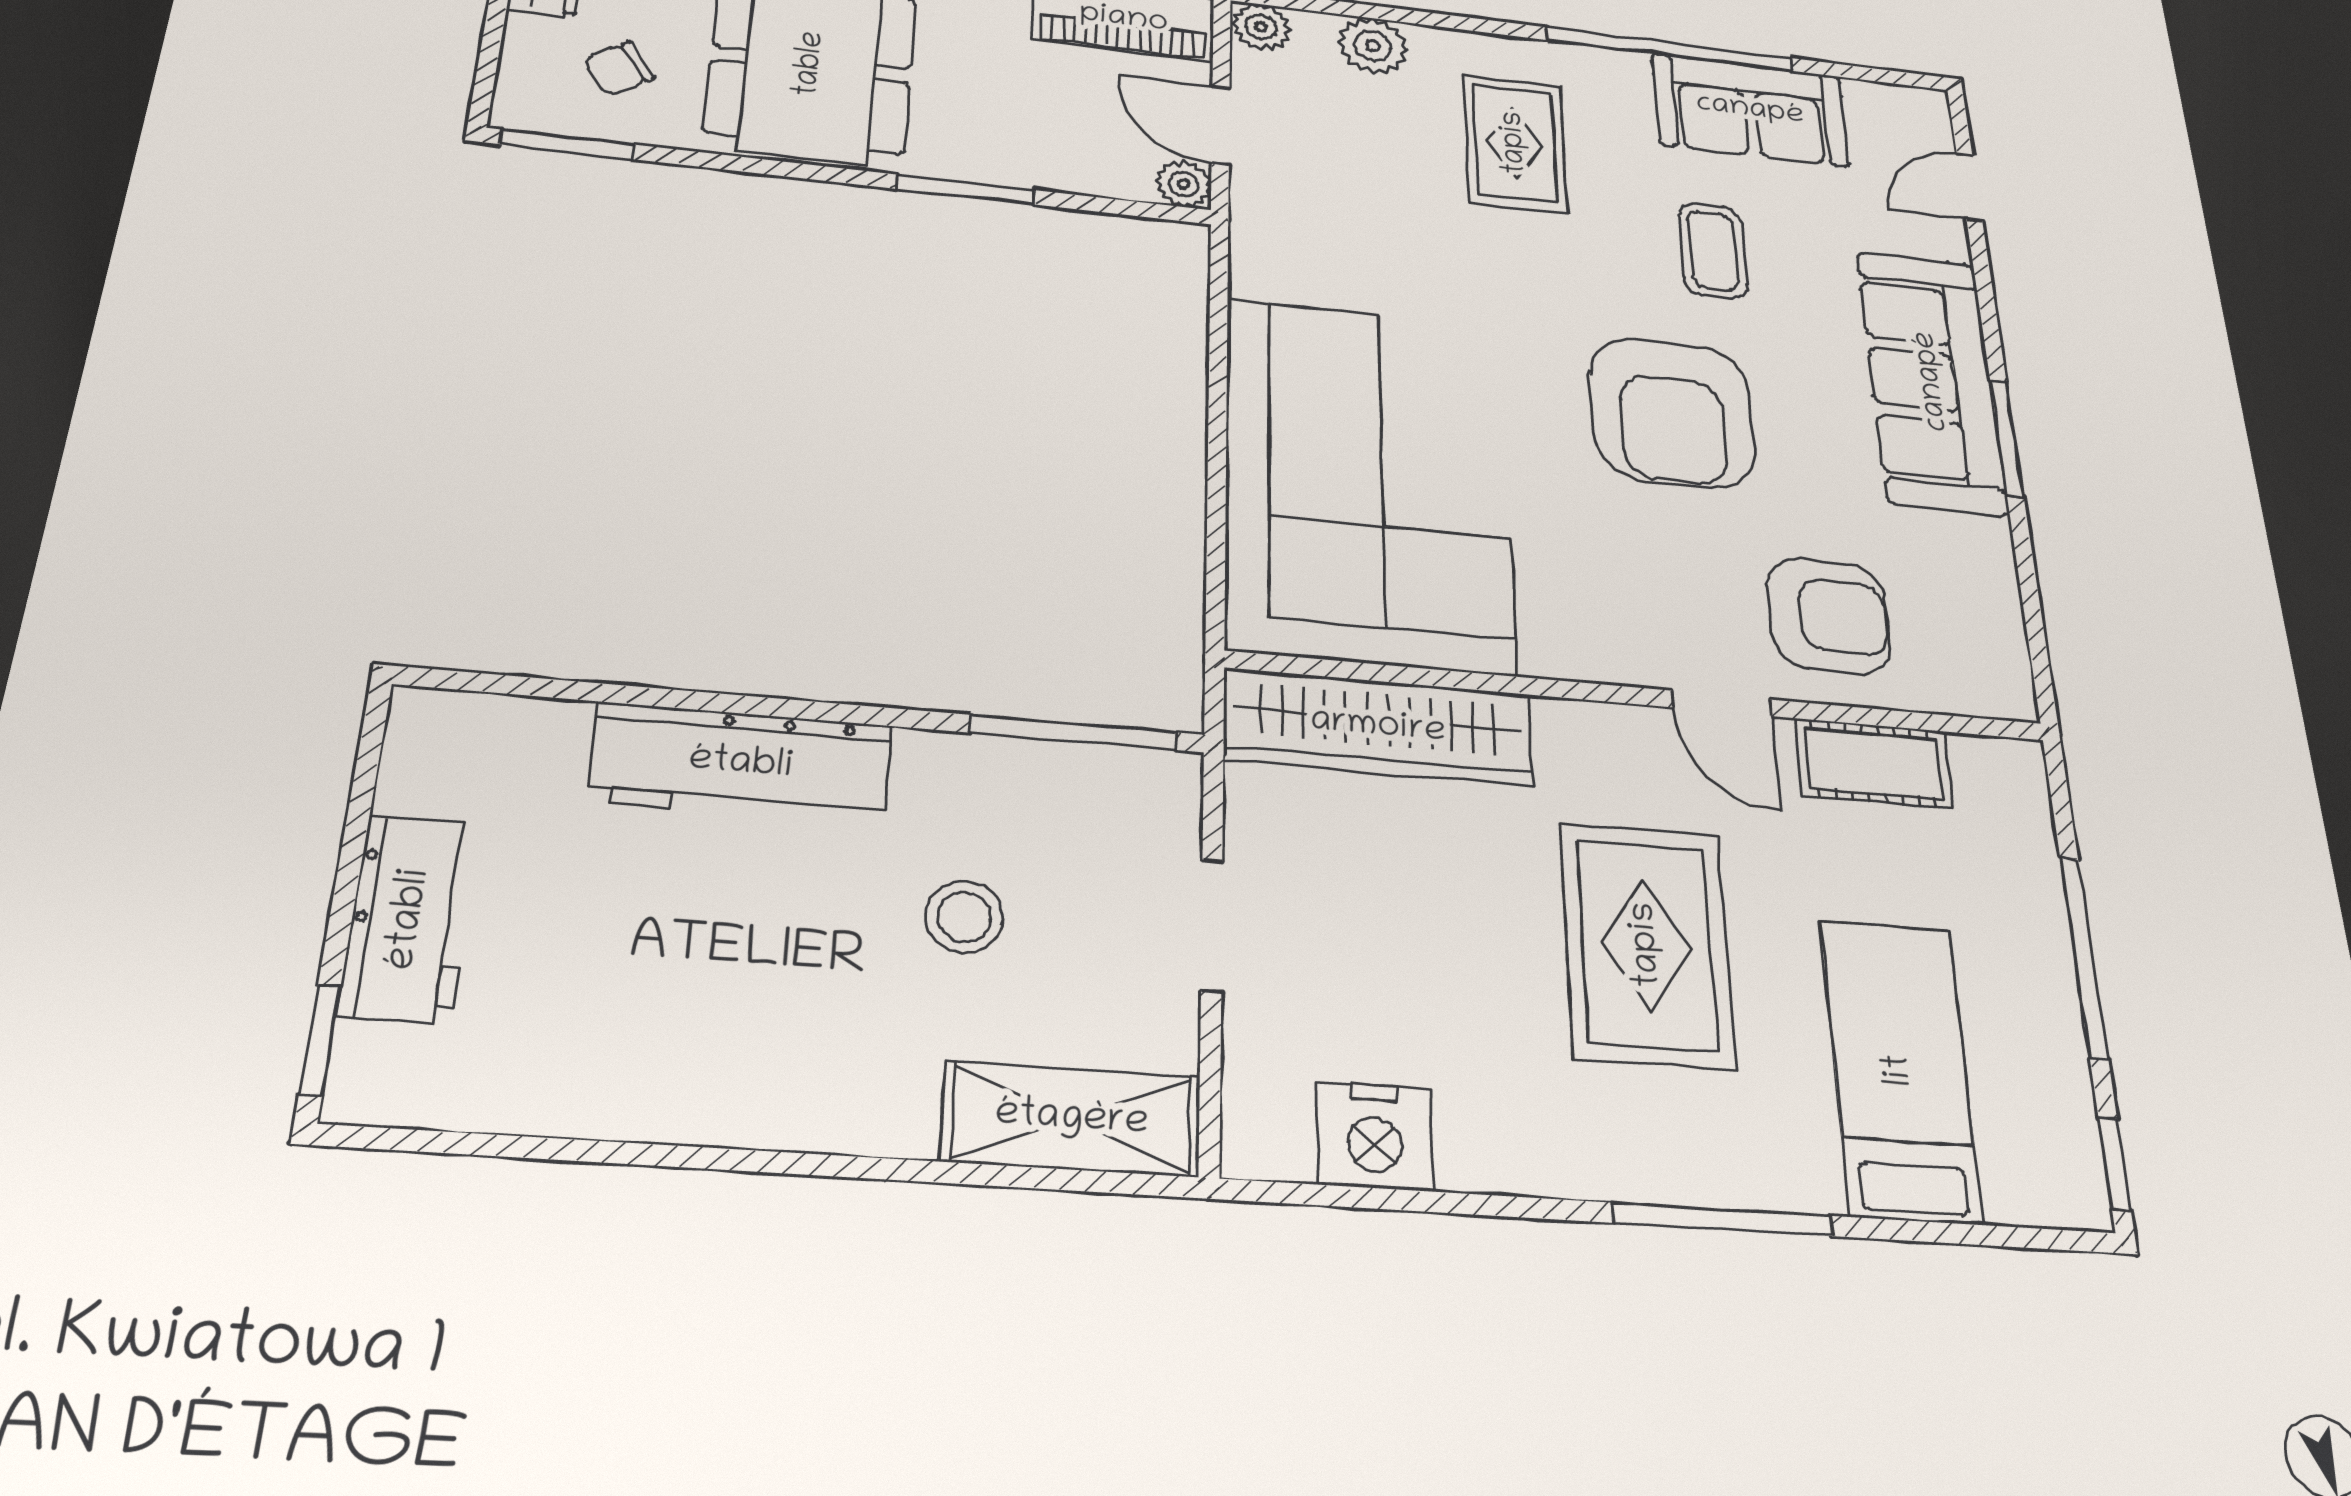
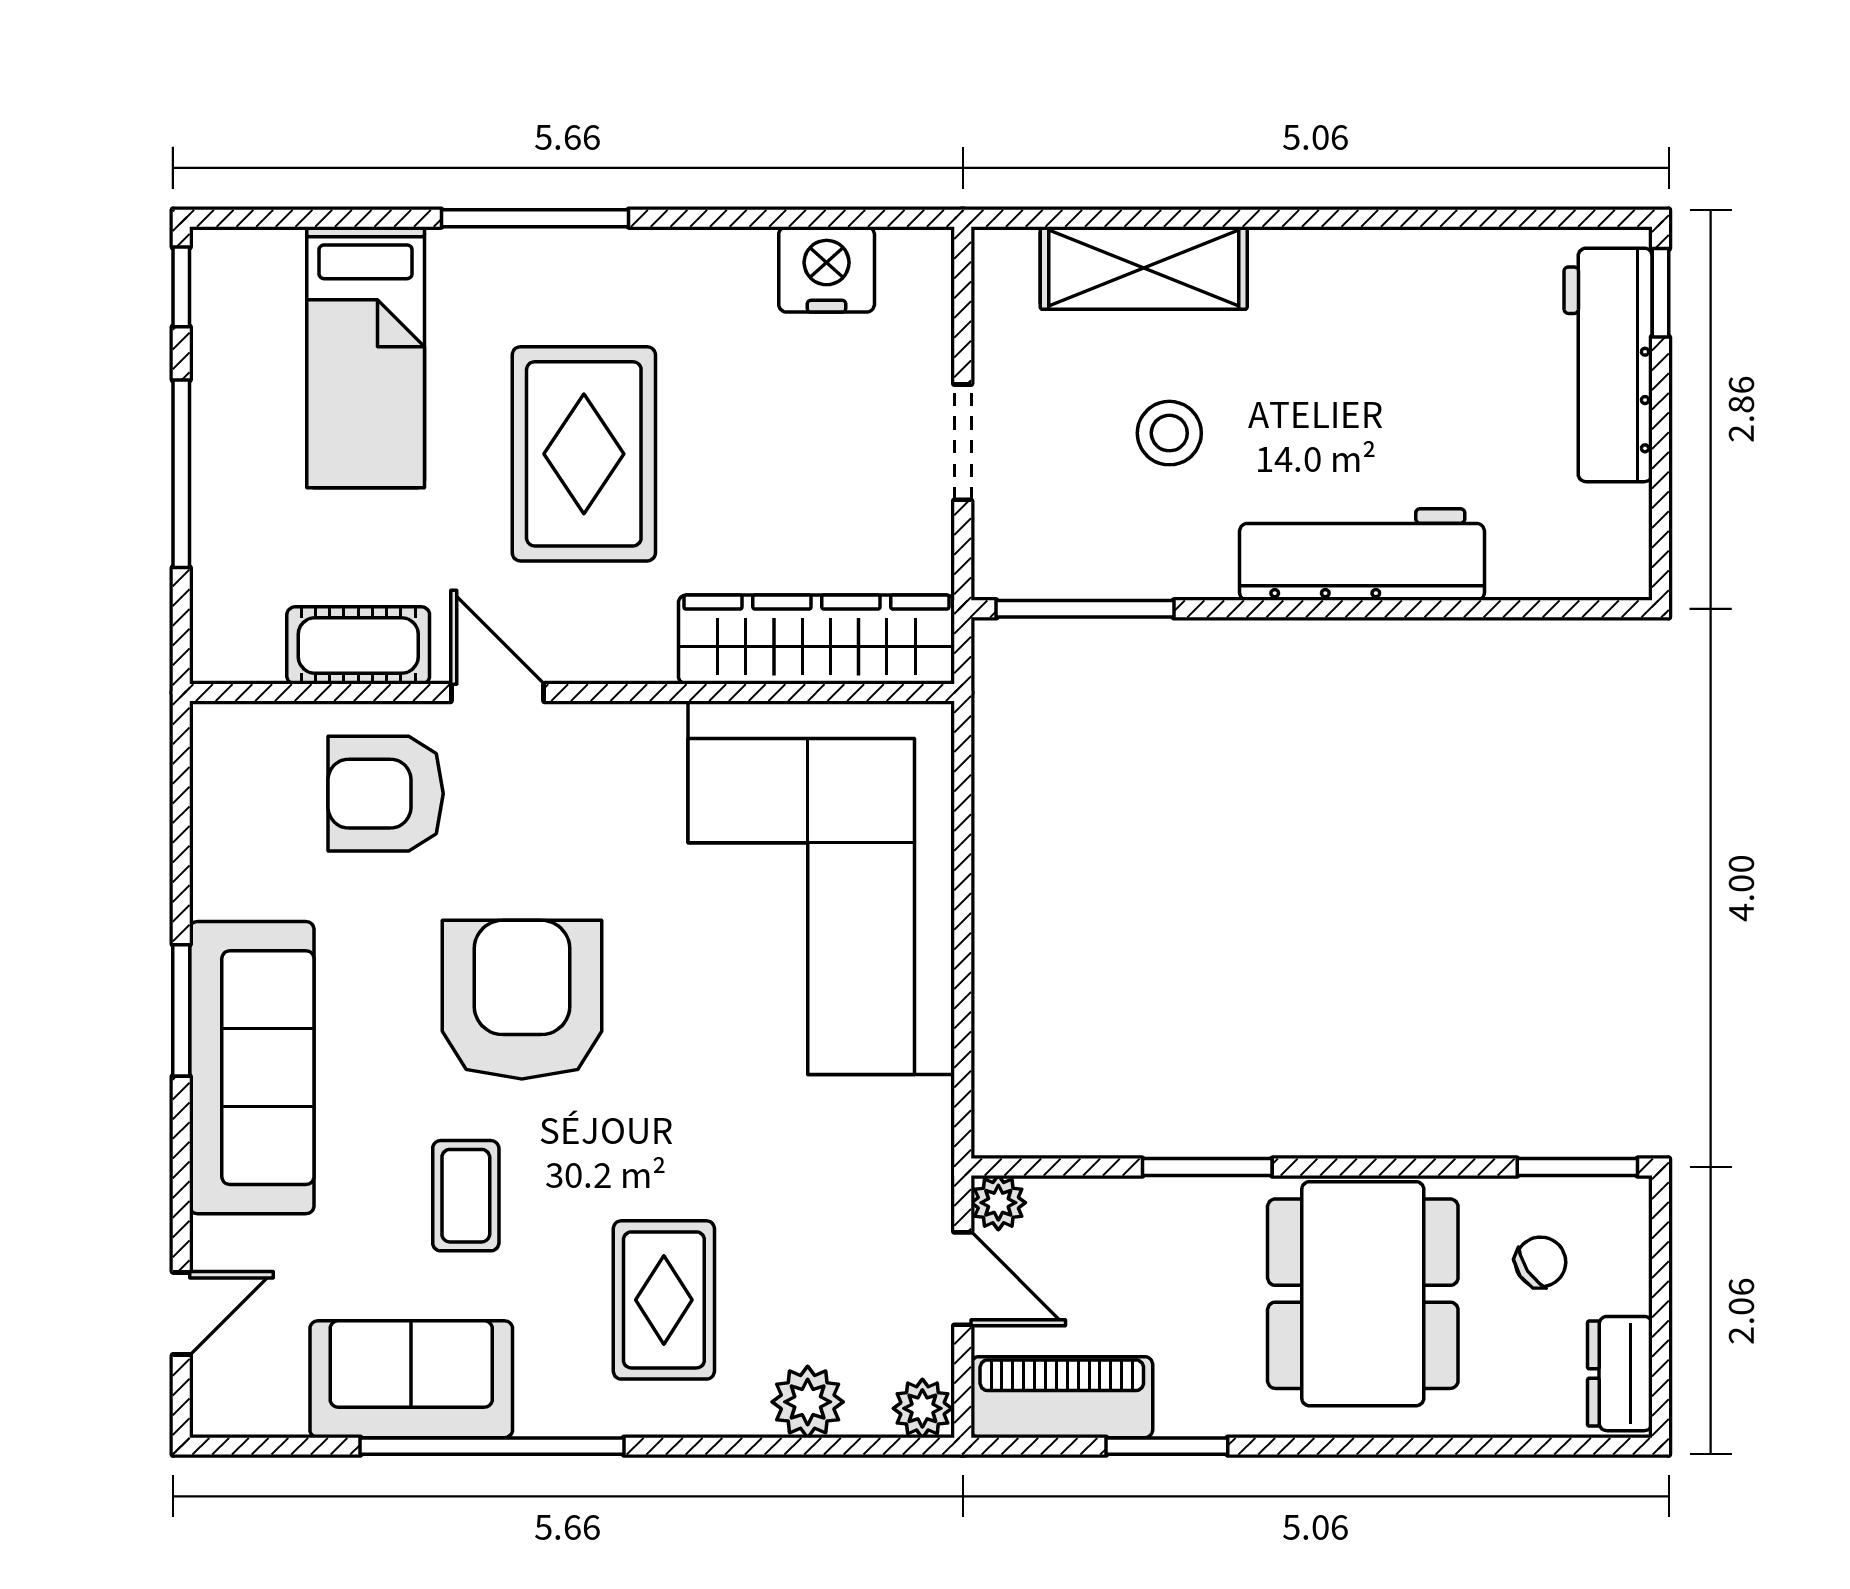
workbench: (410, 919) -> (1608, 365), width x1.38
shelving: (1072, 1119) -> (1144, 268), moved

